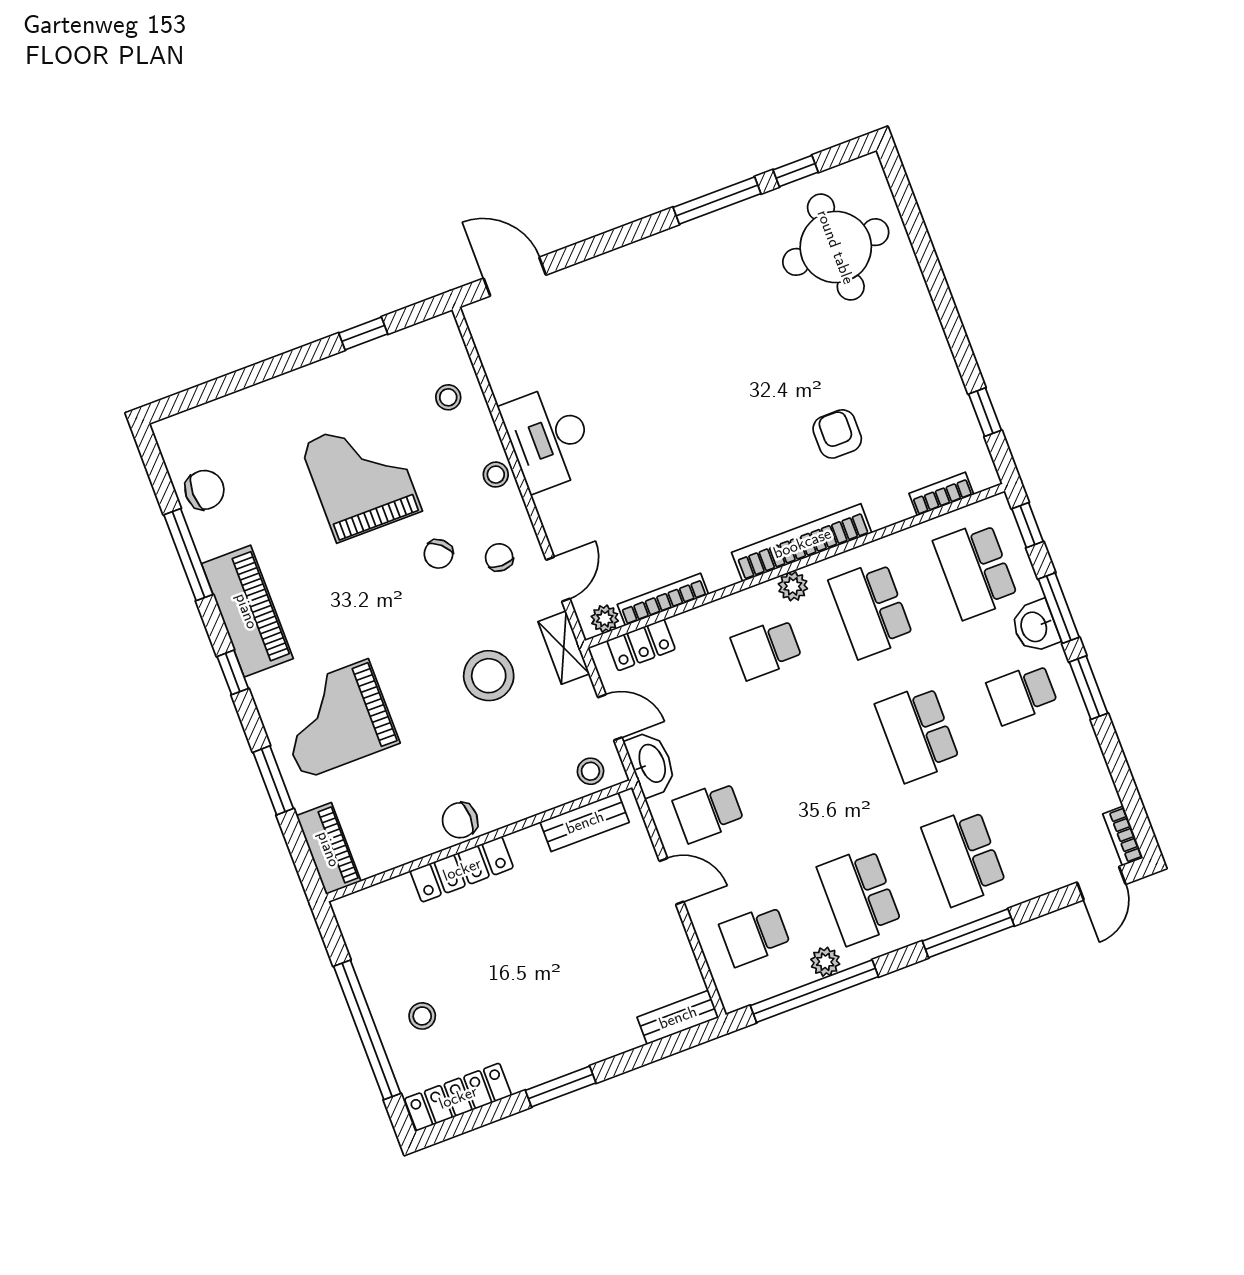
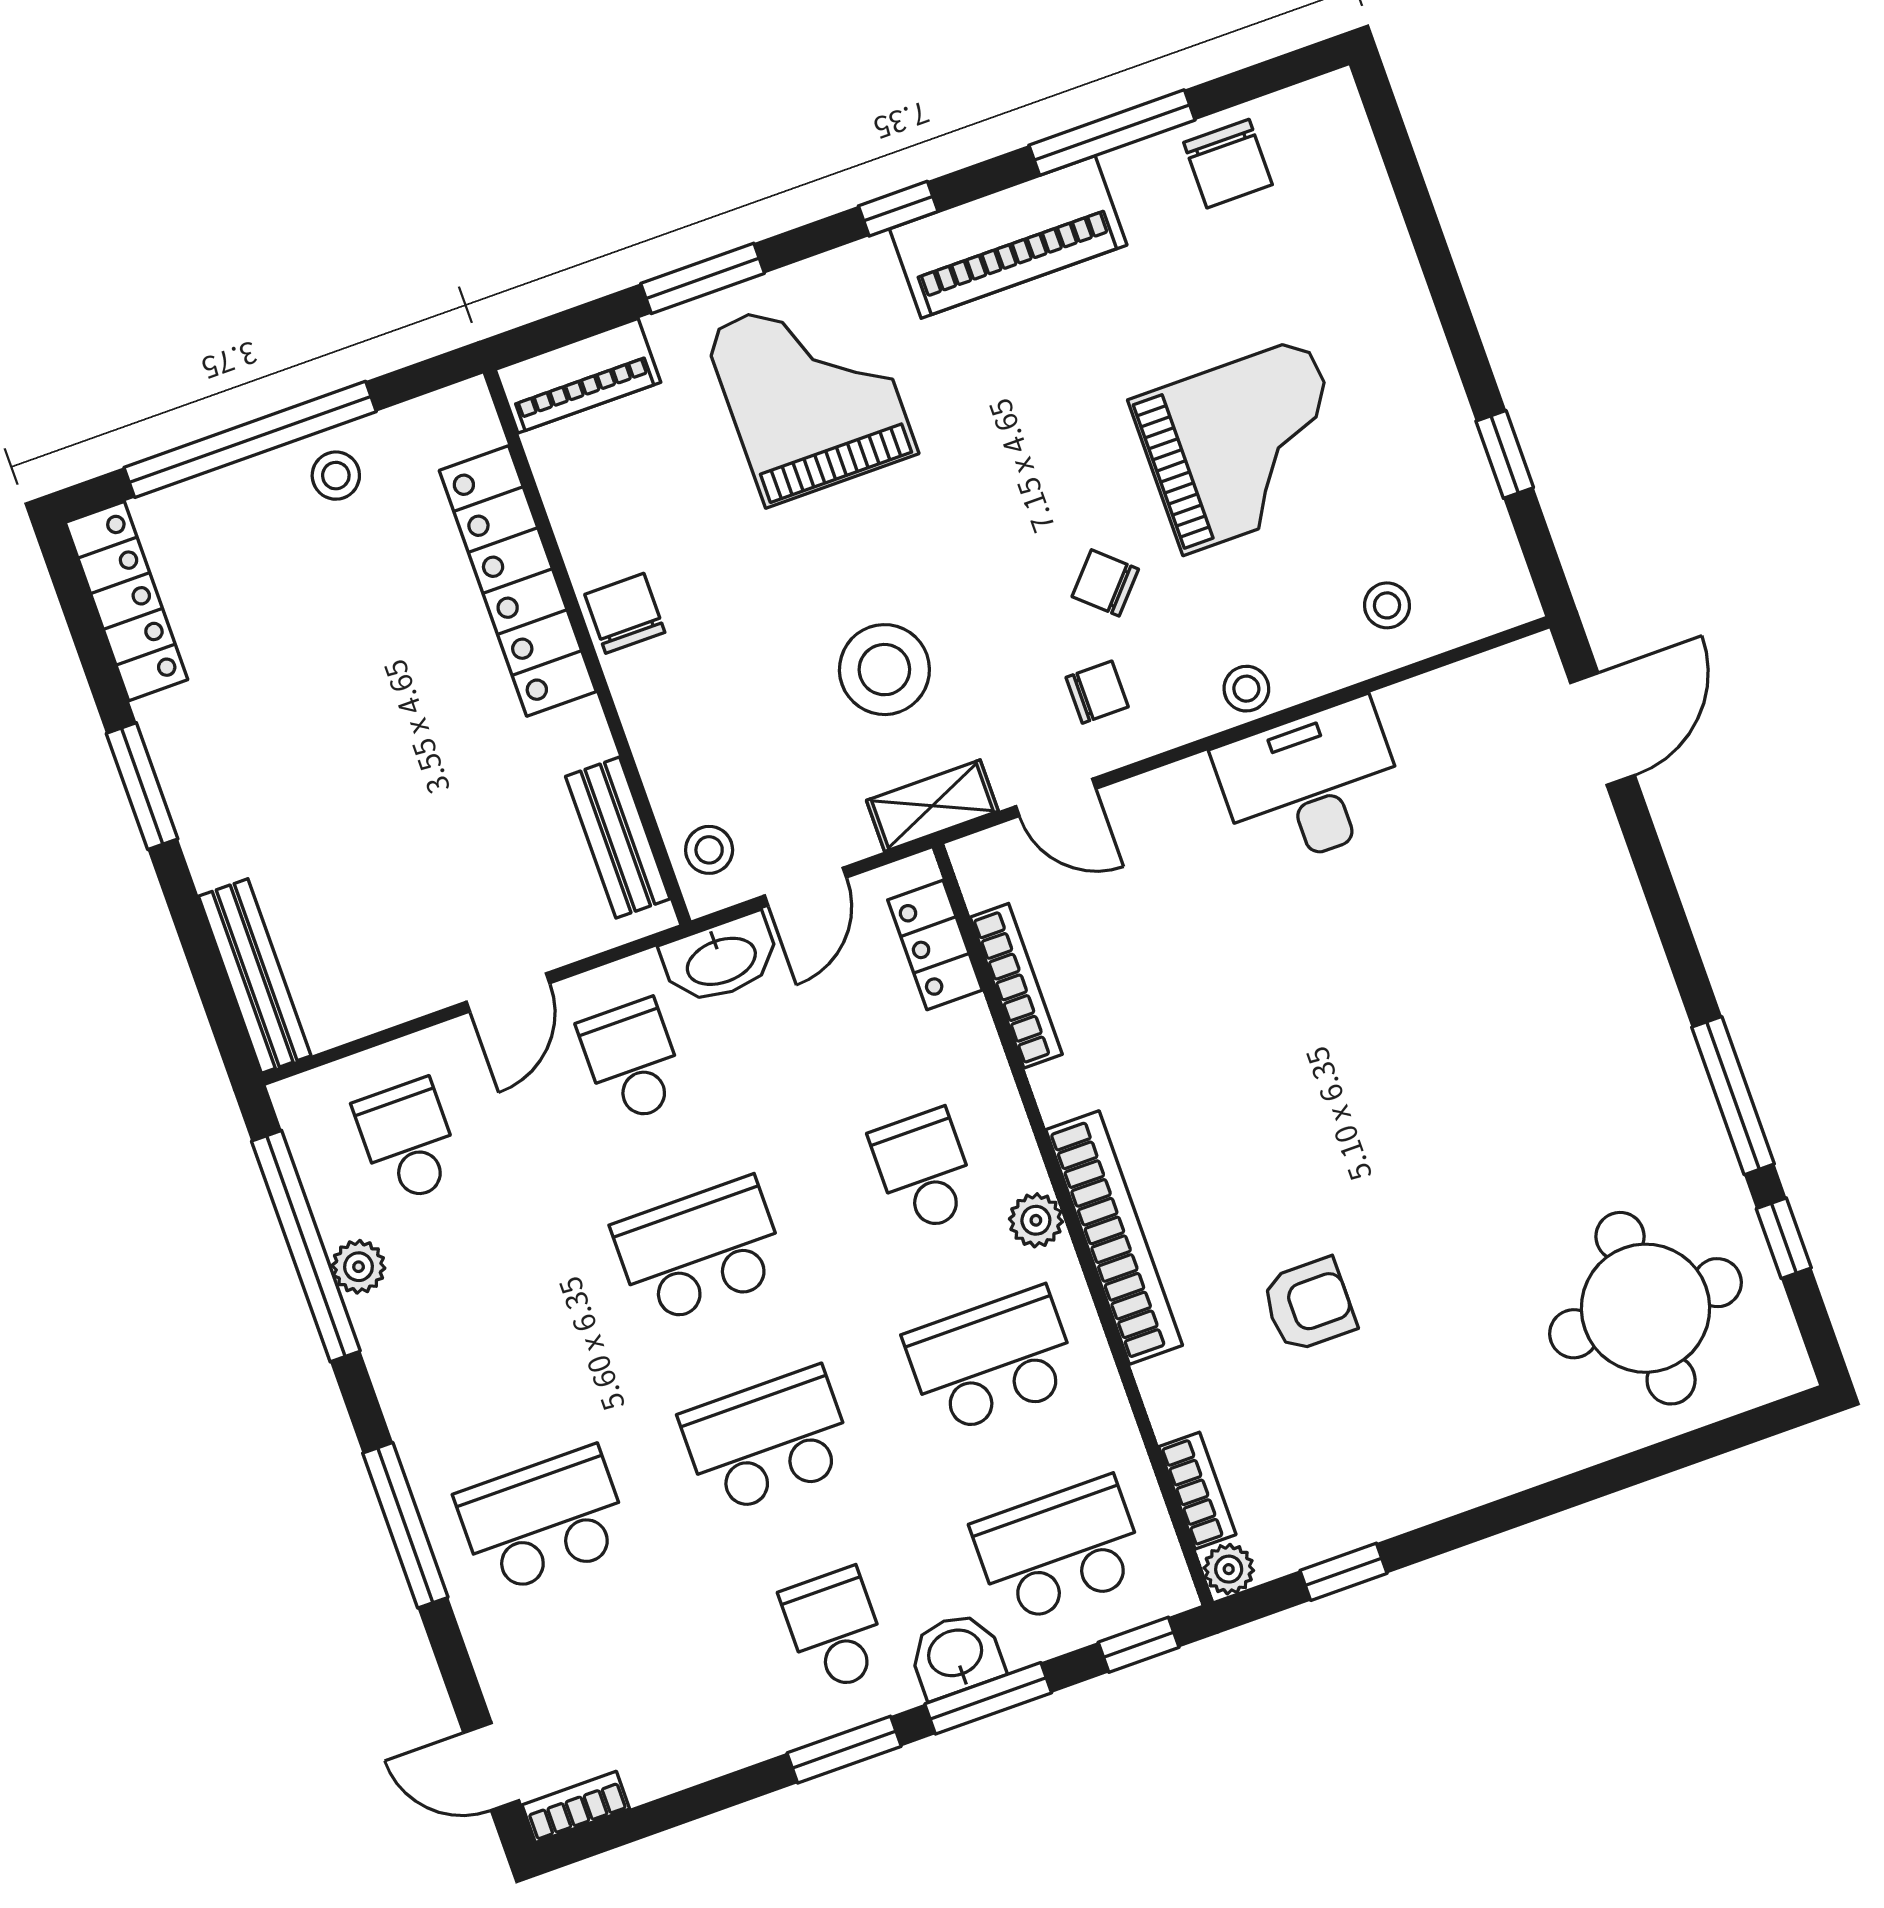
plant: (605, 619) -> (1229, 1569), moved
locker: (462, 869) -> (518, 581), width x1.41, depth x1.21
school desk: (860, 896) -> (700, 1251), moved
stool: (422, 1016) -> (336, 476), moved
bench: (678, 1017) -> (255, 976), width x1.36

